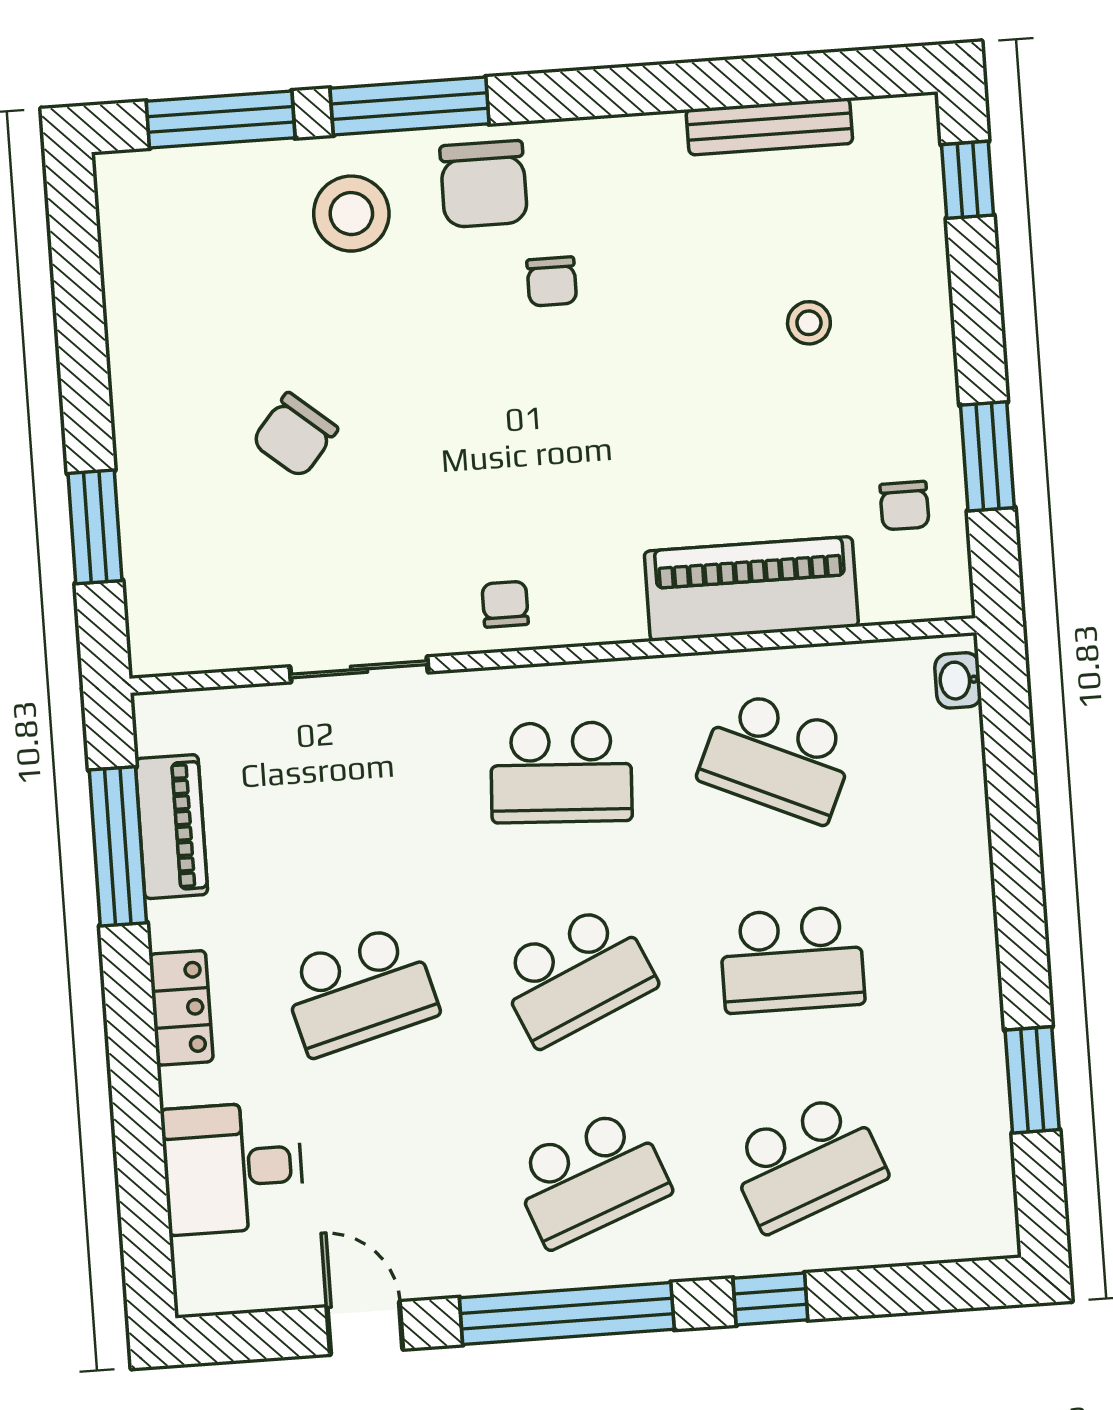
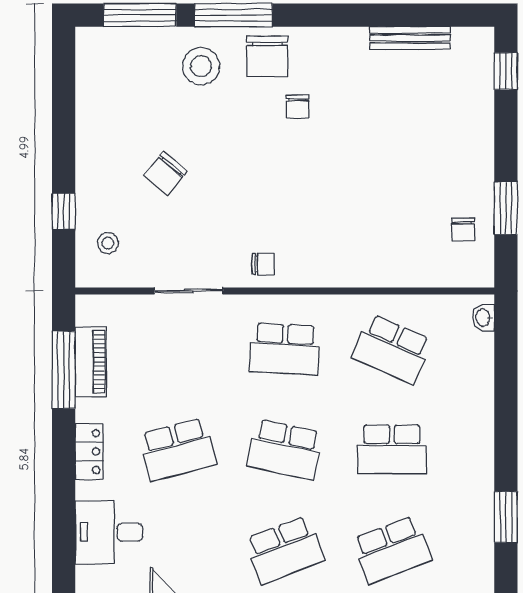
stool: (809, 323) -> (108, 243), moved
window: (95, 527) -> (64, 211), width x0.67
piano: (751, 589) -> (385, 265), removed
chair: (505, 604) -> (263, 264), turned 90
school desk: (576, 975) -> (285, 449), turned 36

